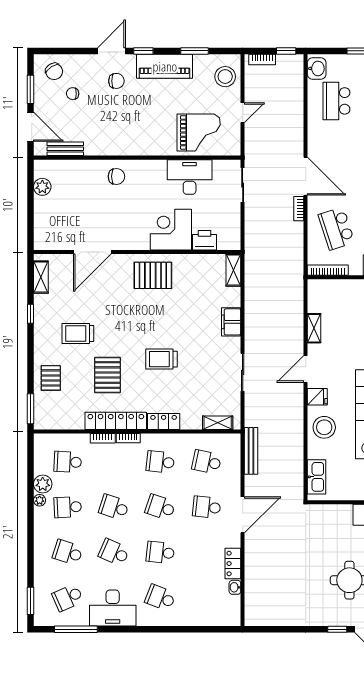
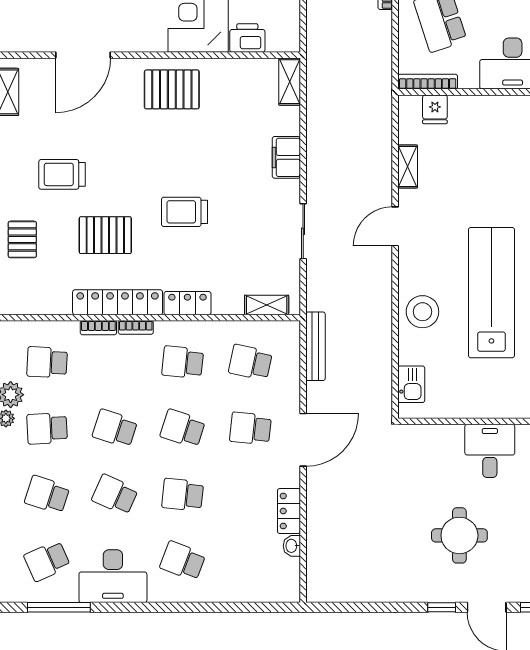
pallet: (107, 375) -> (105, 235), turned 90
fridge: (317, 397) -> (435, 109), moved, turned 90
kitchen sink: (317, 477) -> (411, 384), width x0.73

